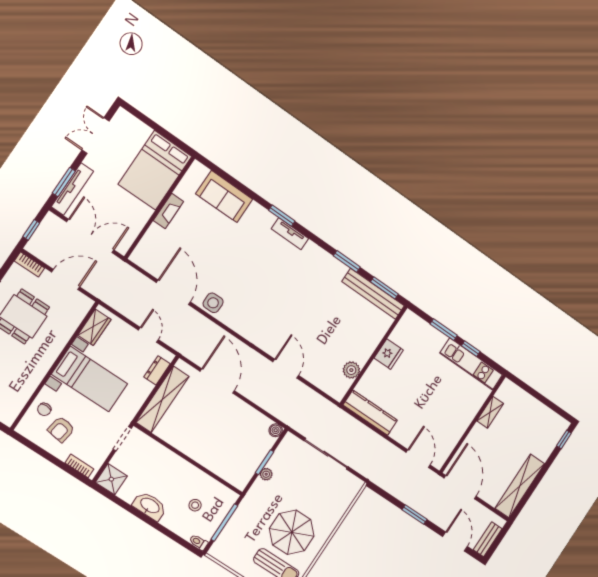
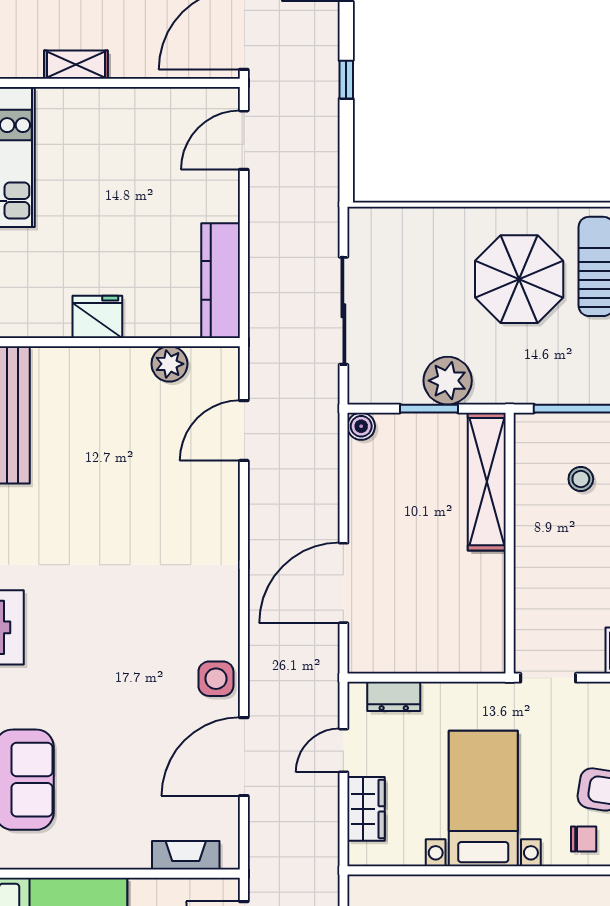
fireplace: (168, 211) -> (186, 855), moved
wardrobe: (94, 327) -> (366, 809), moved, turned 90
door: (286, 369) -> (244, 431), moved
shelving: (162, 399) -> (487, 482), moved, turned 90
plant: (266, 474) -> (448, 381), width x1.88, depth x1.88
window: (415, 515) -> (346, 80), width x0.67

